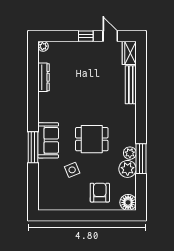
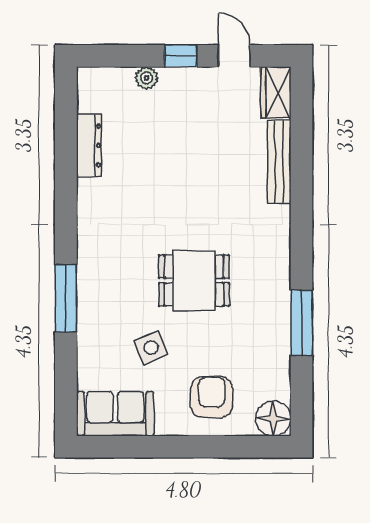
plant: (43, 46) -> (147, 78), moved
sofa: (48, 140) -> (115, 414), moved, turned -90
plant: (130, 153) -> (277, 311), removed
plant: (128, 169) -> (272, 345), removed

